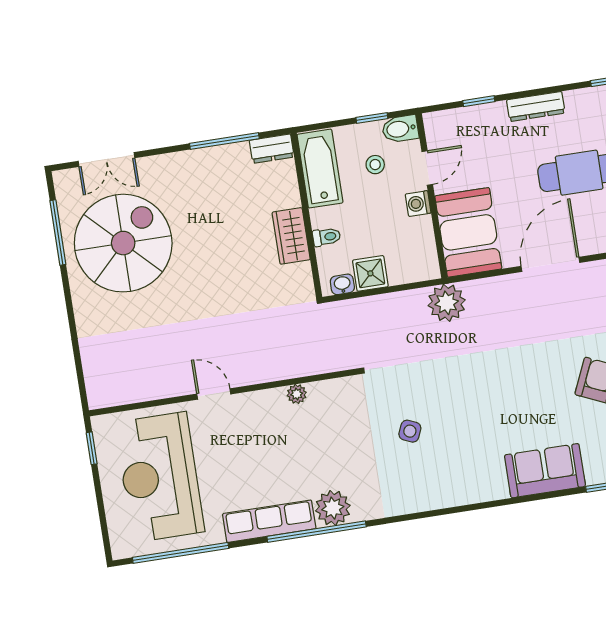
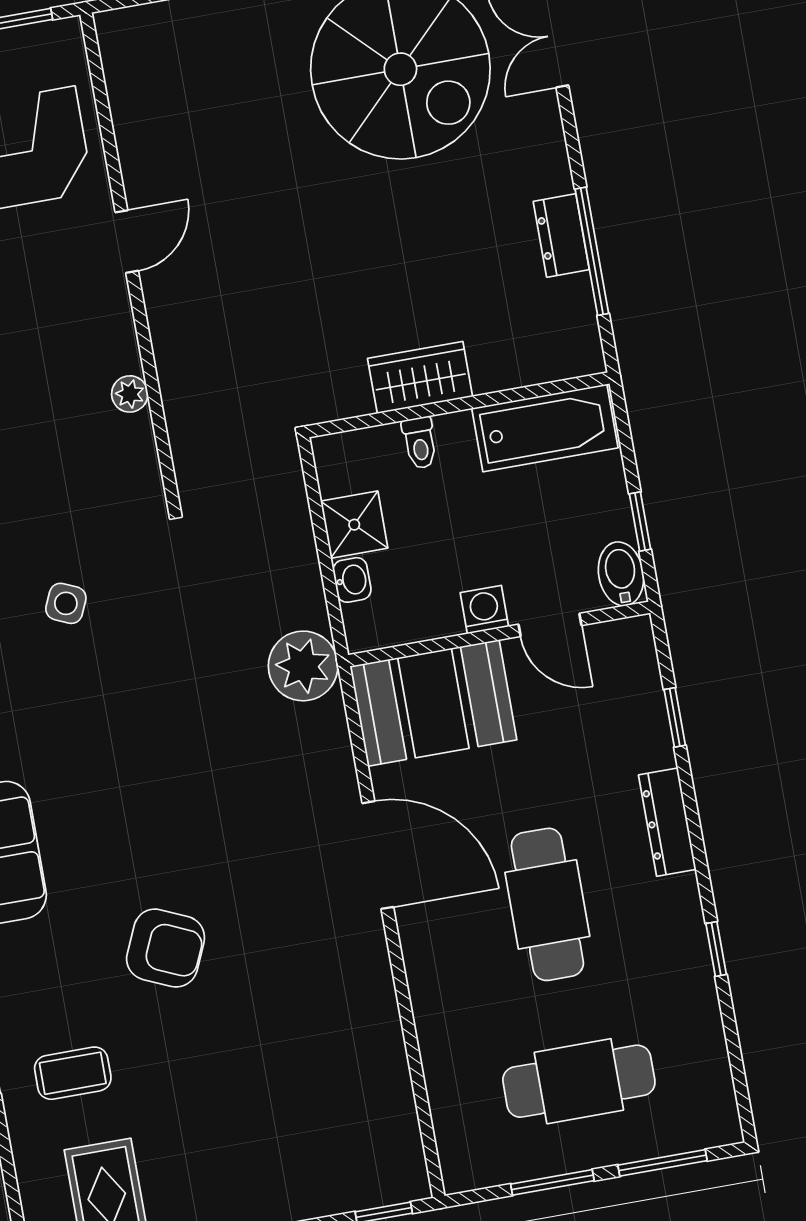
dresser: (272, 149) -> (561, 235), moved
stool: (375, 165) -> (554, 529), removed
washbasin: (342, 284) -> (352, 580), moved

